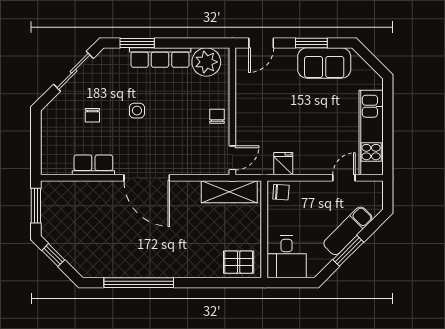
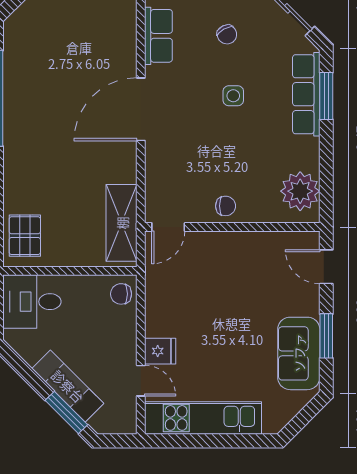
row of seats: (160, 58) -> (306, 94), moved
chair: (92, 115) -> (227, 34), turned -119
door: (232, 158) -> (168, 227), hinge flipped
fridge: (283, 164) -> (160, 351), moved
chair: (281, 192) -> (121, 294), turned 86
window: (348, 251) -> (66, 413), moved

